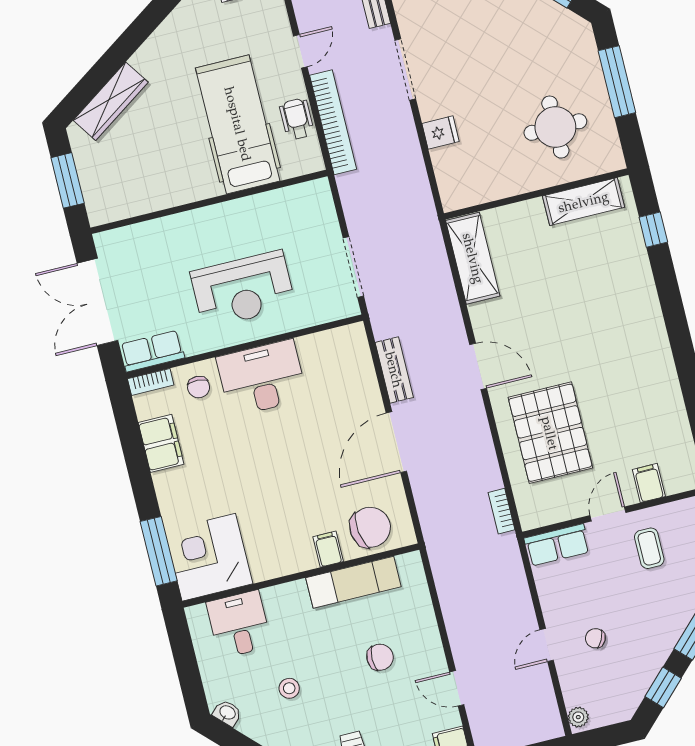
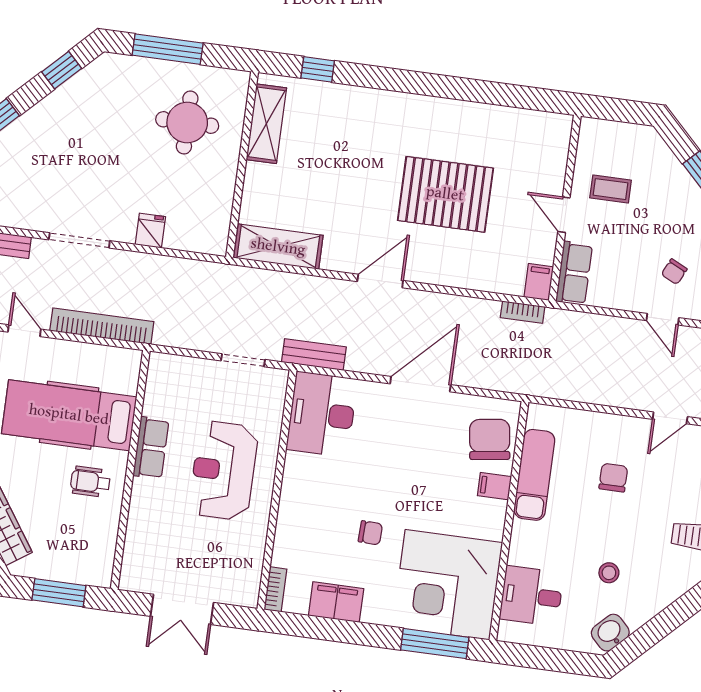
wheelchair: (297, 119) -> (90, 482), moved
doorway: (353, 267) -> (243, 360), width x0.73
reception desk: (243, 289) -> (224, 470), turned 180
double door: (97, 302) -> (182, 609), width x0.73
row of seats: (152, 351) -> (151, 448), moved, turned 180
bench: (394, 370) -> (314, 355), moved
desk: (262, 378) -> (322, 414), moved
chair: (199, 387) -> (370, 533), moved
pallet: (550, 433) -> (445, 194), moved
door: (396, 442) -> (420, 384), swing flipped
filing cabinet: (649, 483) -> (539, 282), moved, turned 90
corner desk: (209, 557) -> (447, 585), width x1.36, depth x1.36
washbasin: (227, 713) -> (610, 633), width x1.38, depth x1.45

